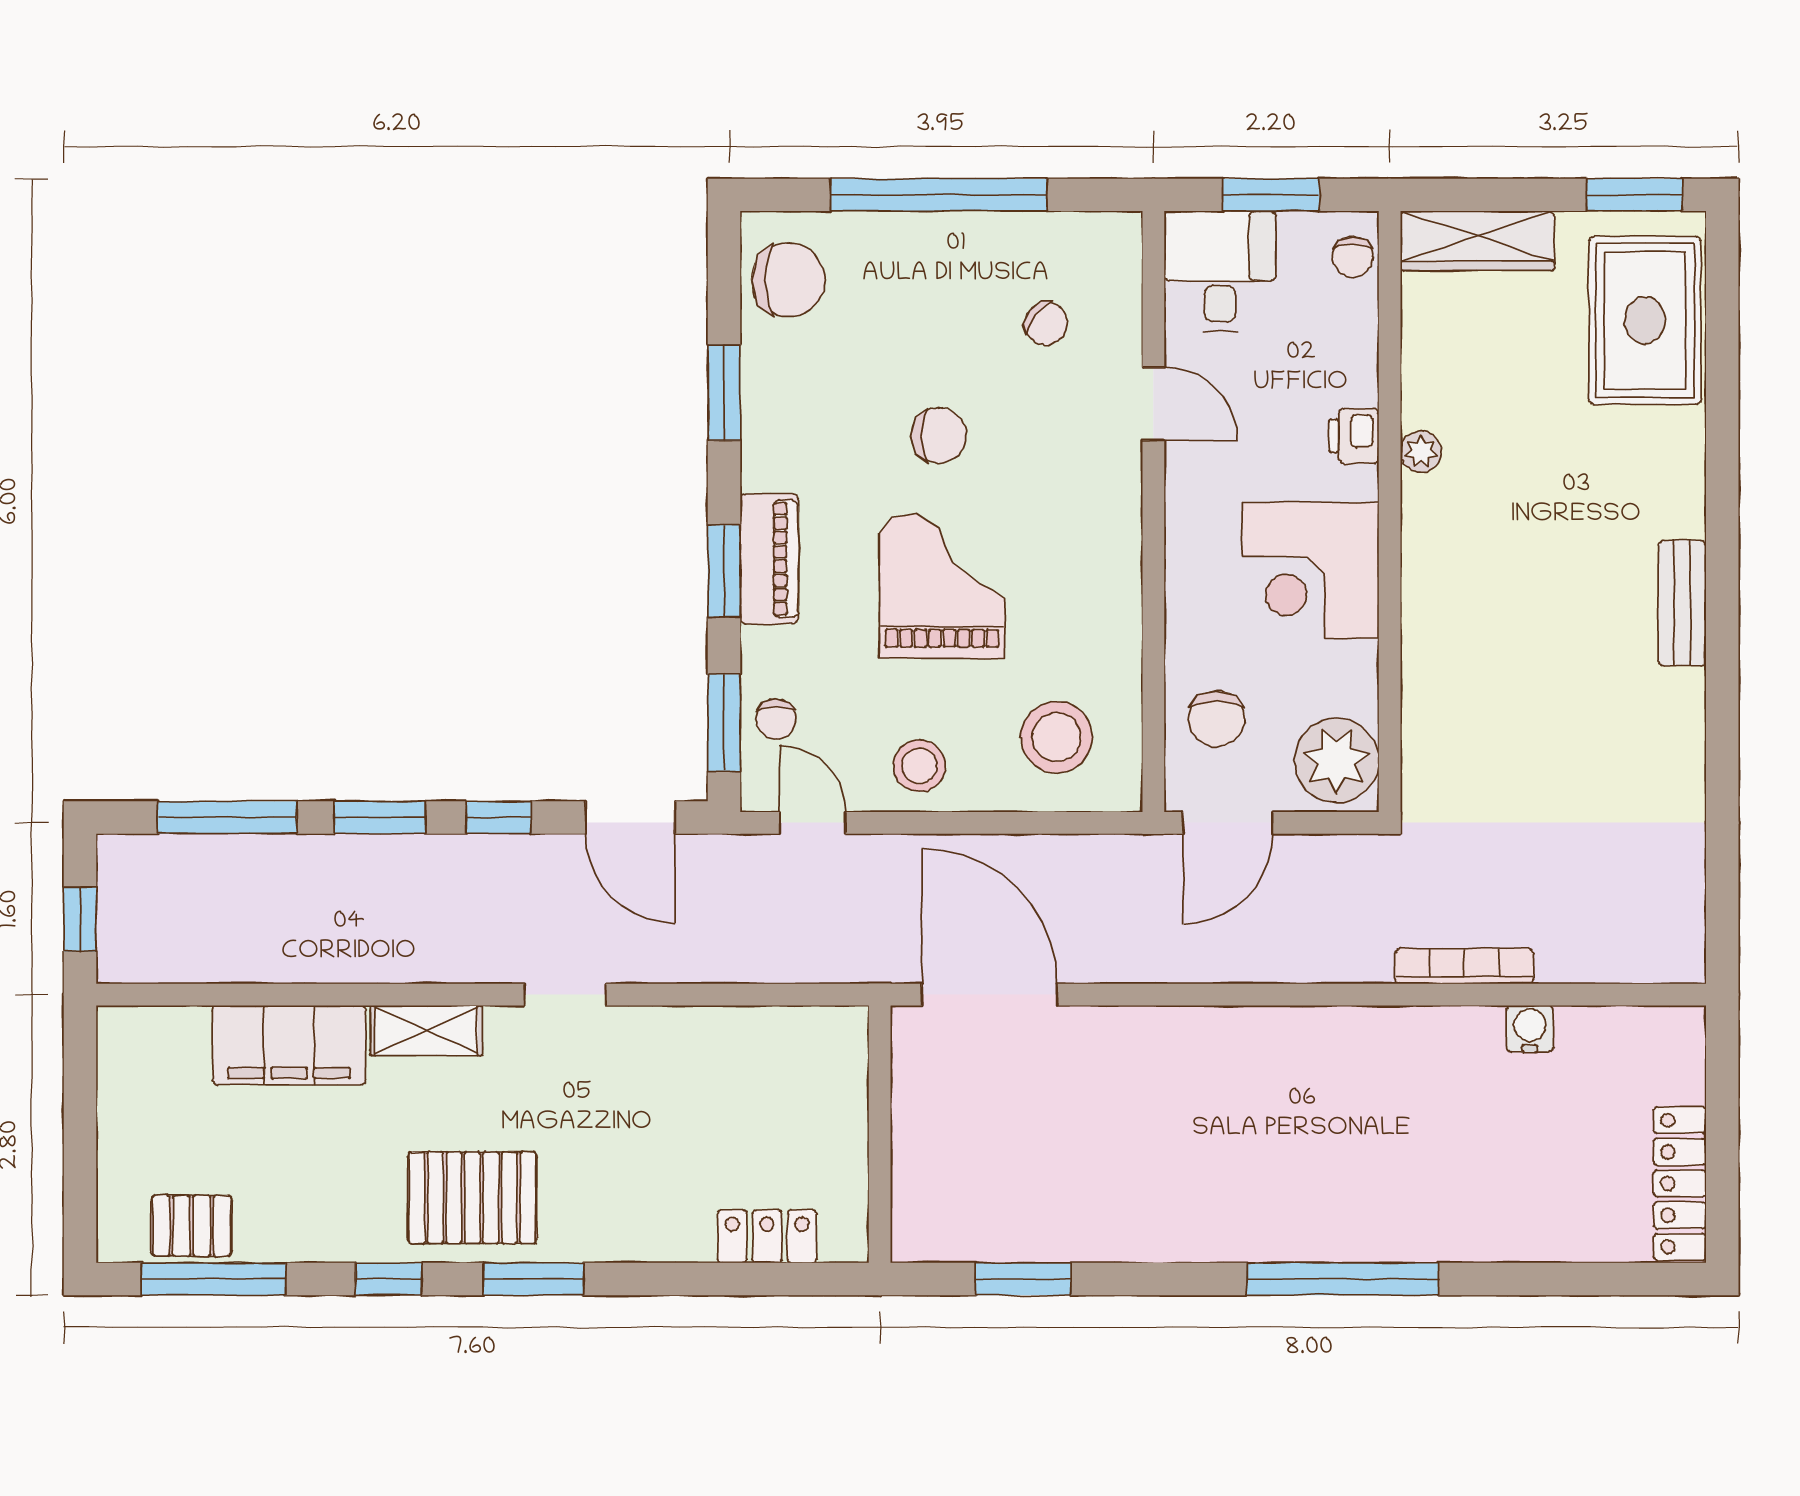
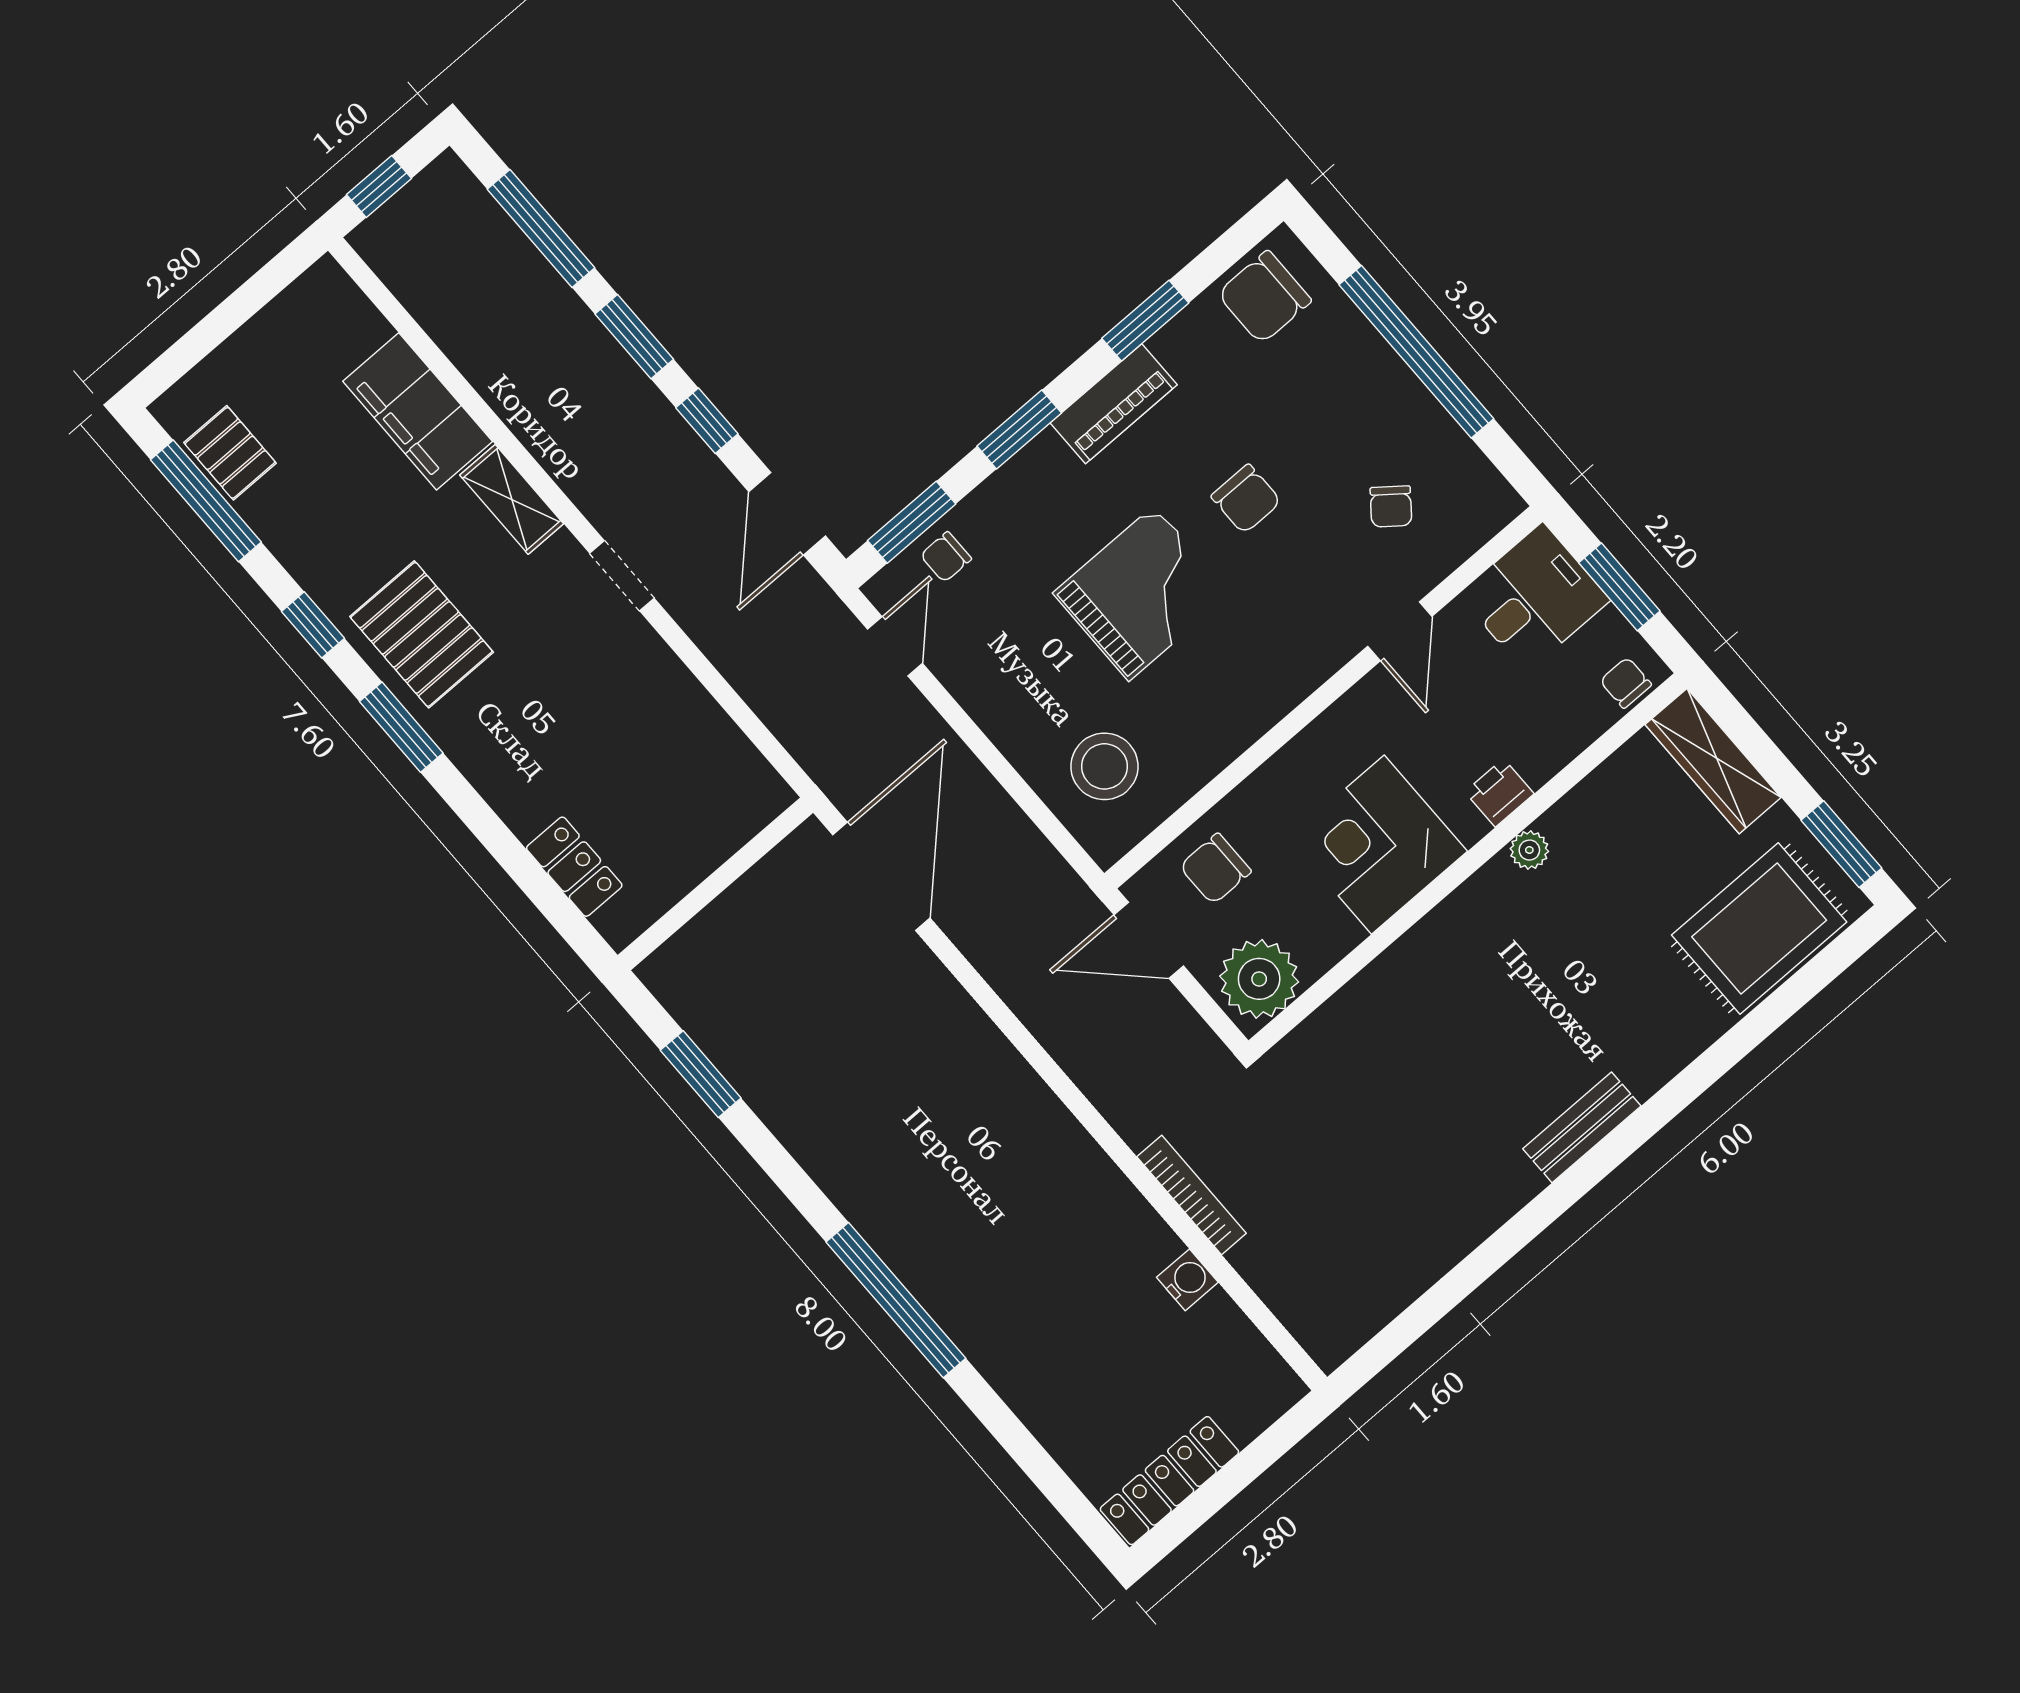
chair: (1353, 257) -> (1626, 683), turned 90
chair: (788, 280) -> (1264, 297), turned 90
piano: (769, 559) -> (1114, 404), moved
stool: (920, 766) -> (1000, 687), removed

